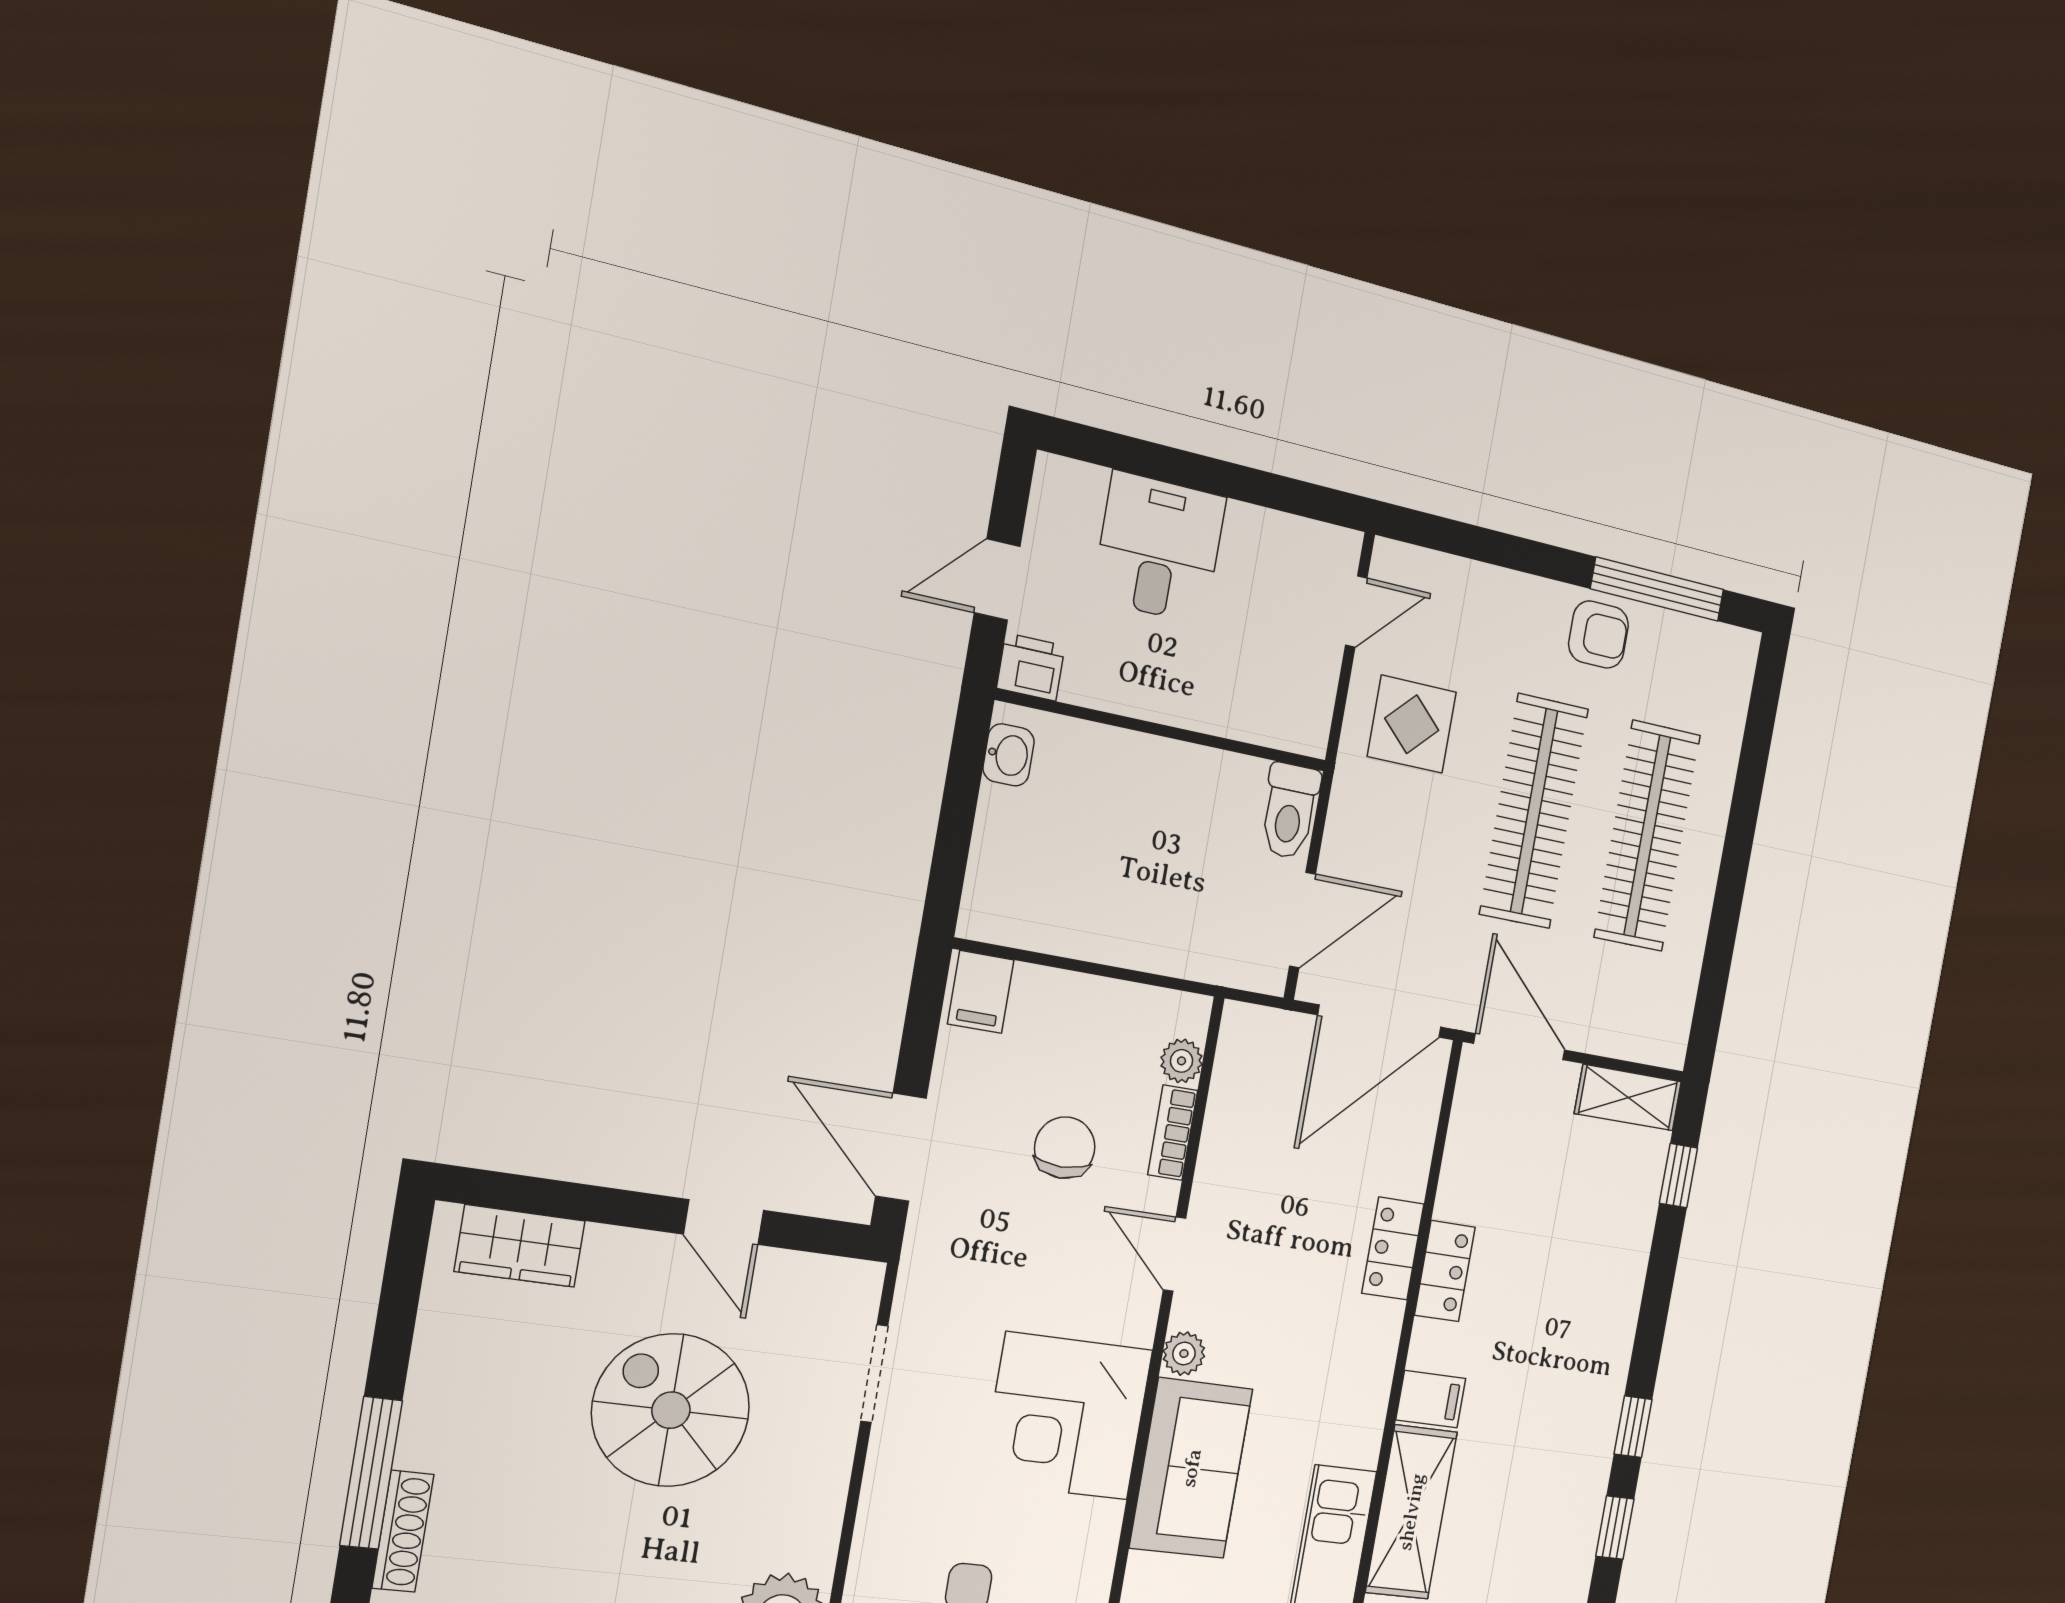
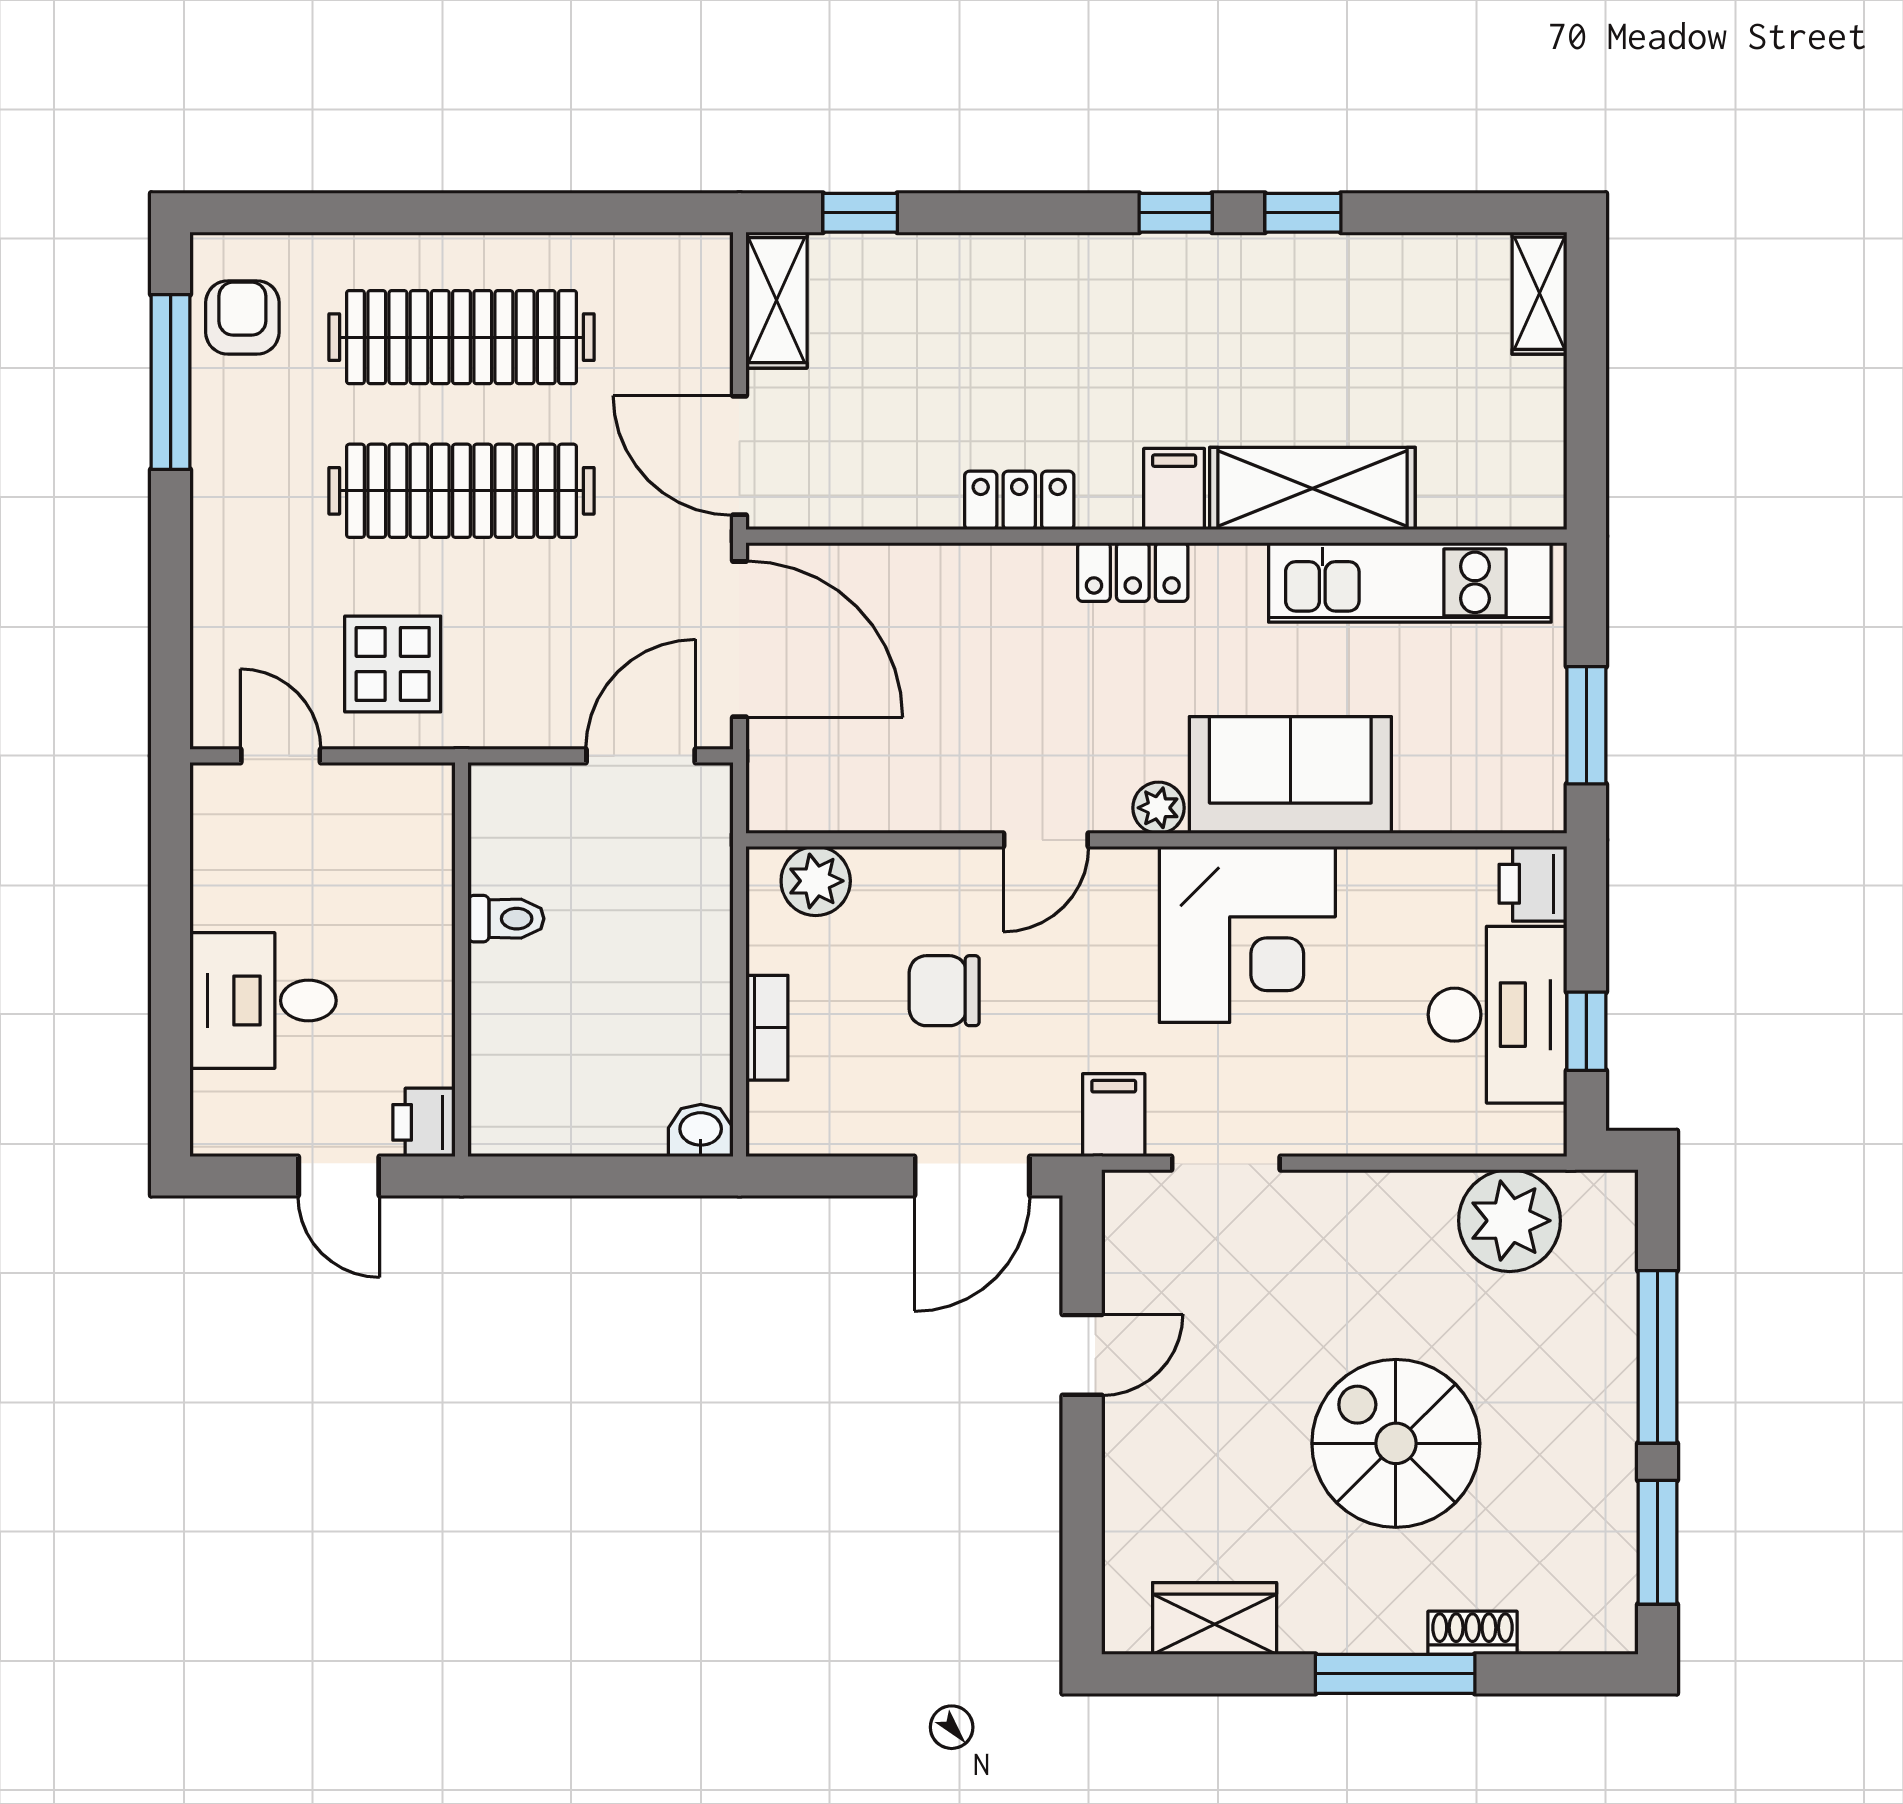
armchair: (1598, 635) -> (242, 317), moved
washbasin: (1009, 755) -> (701, 1131), moved
toilet: (1290, 811) -> (506, 919), moved, width x0.73, depth x0.72
door: (1302, 920) -> (641, 756), hinge flipped
filing cabinet: (981, 992) -> (1114, 1115), moved, turned -90
door: (1519, 1047) -> (739, 455), hinge flipped
plant: (1181, 1061) -> (816, 881), width x1.38, depth x1.38
bookcase: (1173, 1133) -> (767, 1028), moved, turned -90
wardrobe: (520, 1246) -> (1215, 1618), moved, turned -90
locker: (1393, 1249) -> (1133, 572), moved
spiral stairs: (671, 1410) -> (1396, 1443), moved, turned 90
shoe rack: (403, 1531) -> (1473, 1633), width x0.70

